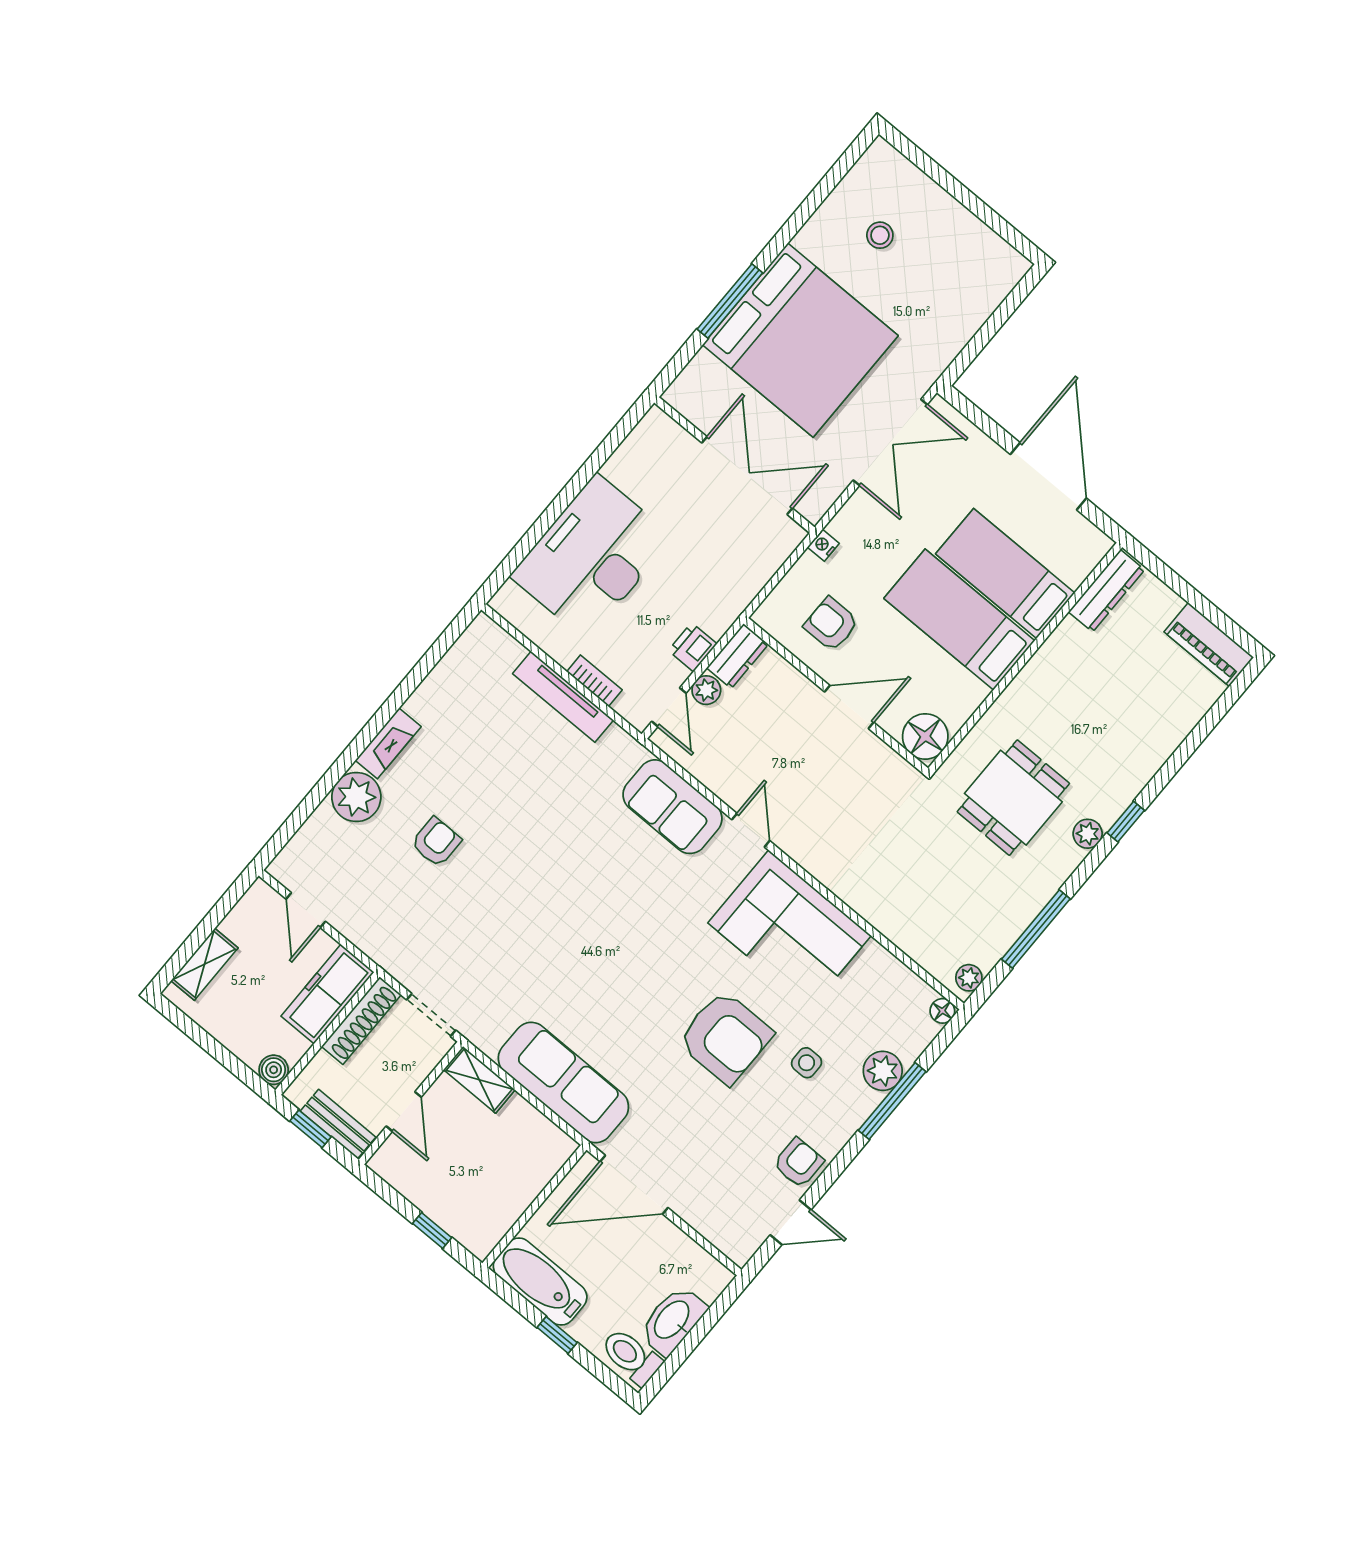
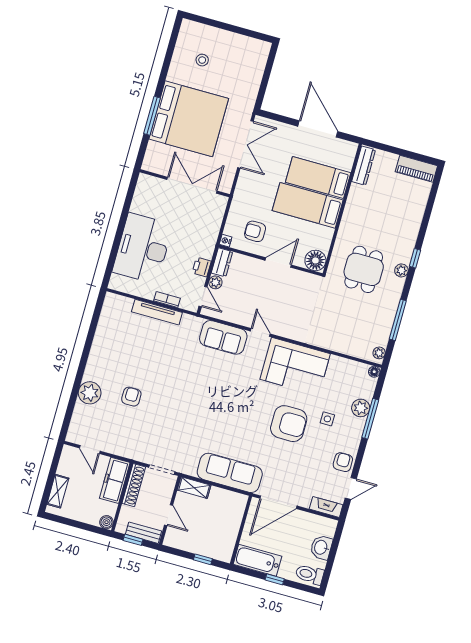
nightstand: (823, 545) -> (226, 241), moved
fireplace: (388, 743) -> (326, 507), moved, turned -90
washbasin: (673, 1320) -> (321, 547), width x0.72

